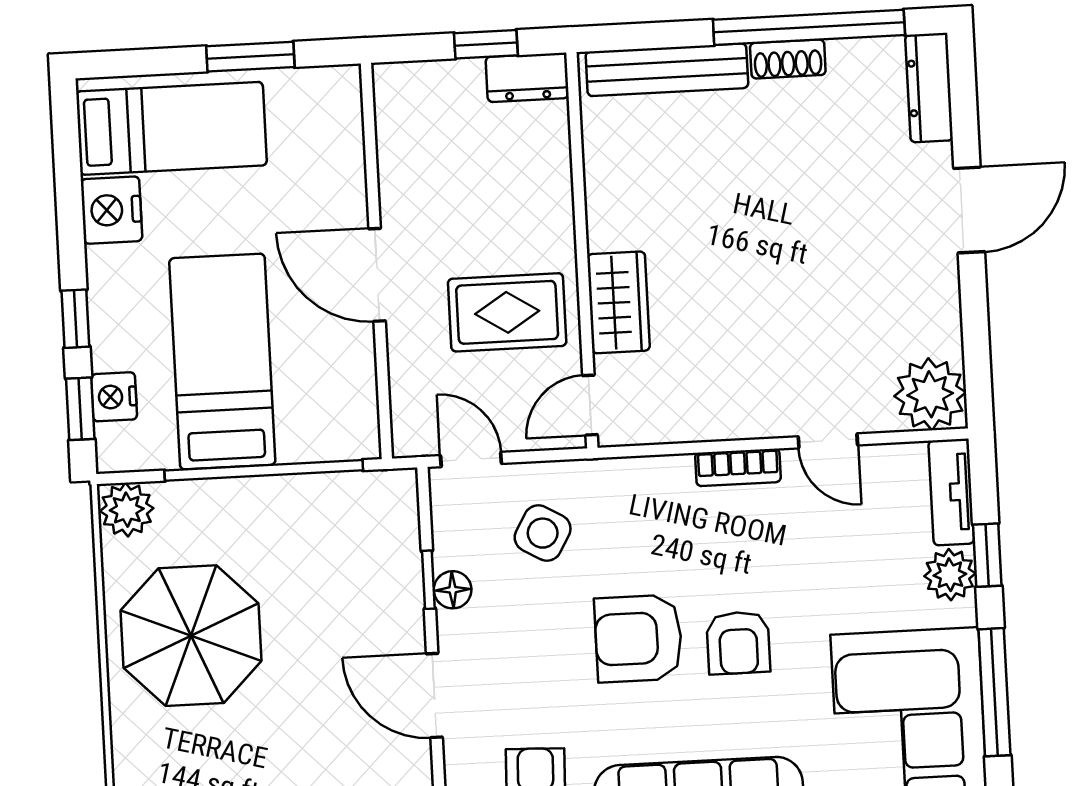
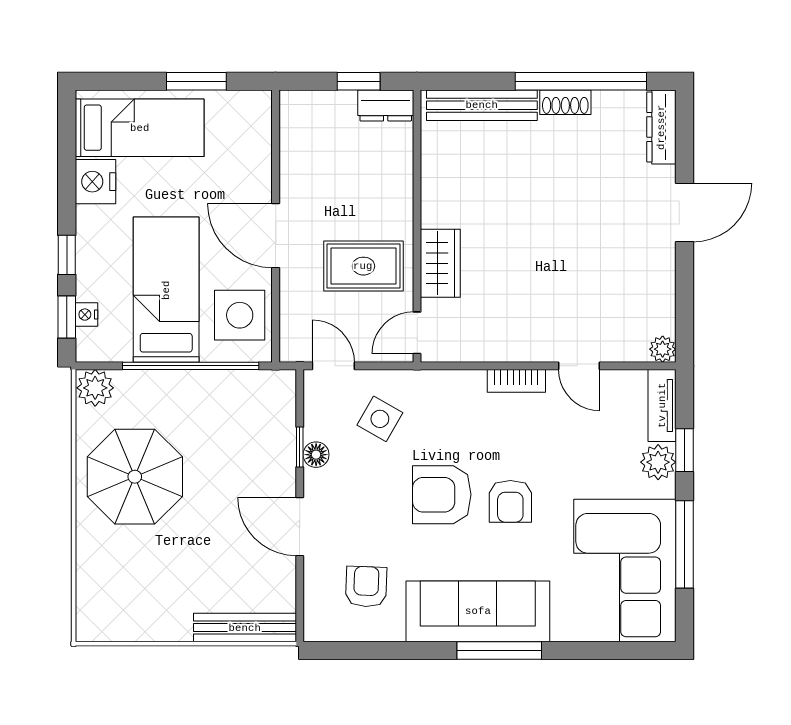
side table: (331, 393) -> (240, 315), added
plant: (930, 394) -> (663, 349), width x0.53, depth x0.53
nightstand: (114, 397) -> (87, 315), width x0.72, depth x0.74

